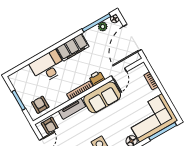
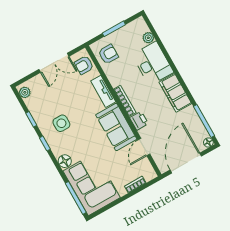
plant: (103, 27) -> (148, 38), moved
door: (132, 38) -> (186, 163), hinge flipped
door: (119, 74) -> (144, 147), hinge flipped

